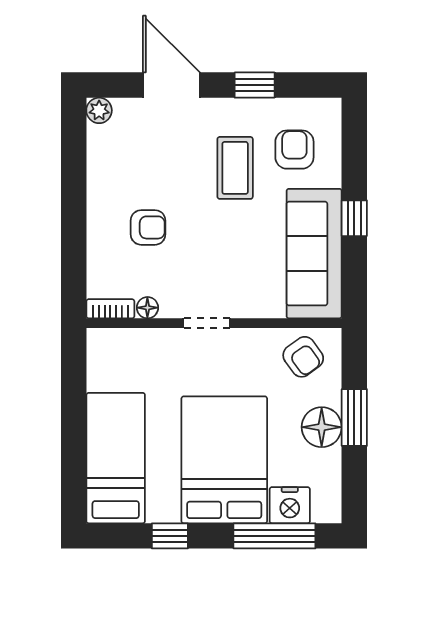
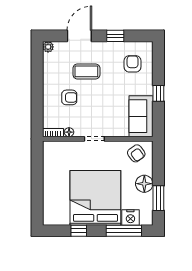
door: (171, 85) -> (79, 36), hinge flipped
coffee table: (235, 168) -> (86, 71), moved, turned 90
sofa: (314, 254) -> (141, 116), width x0.73
window: (354, 418) -> (158, 198), moved
bed: (116, 458) -> (55, 197), removed
bed: (224, 460) -> (95, 198), width x1.36

